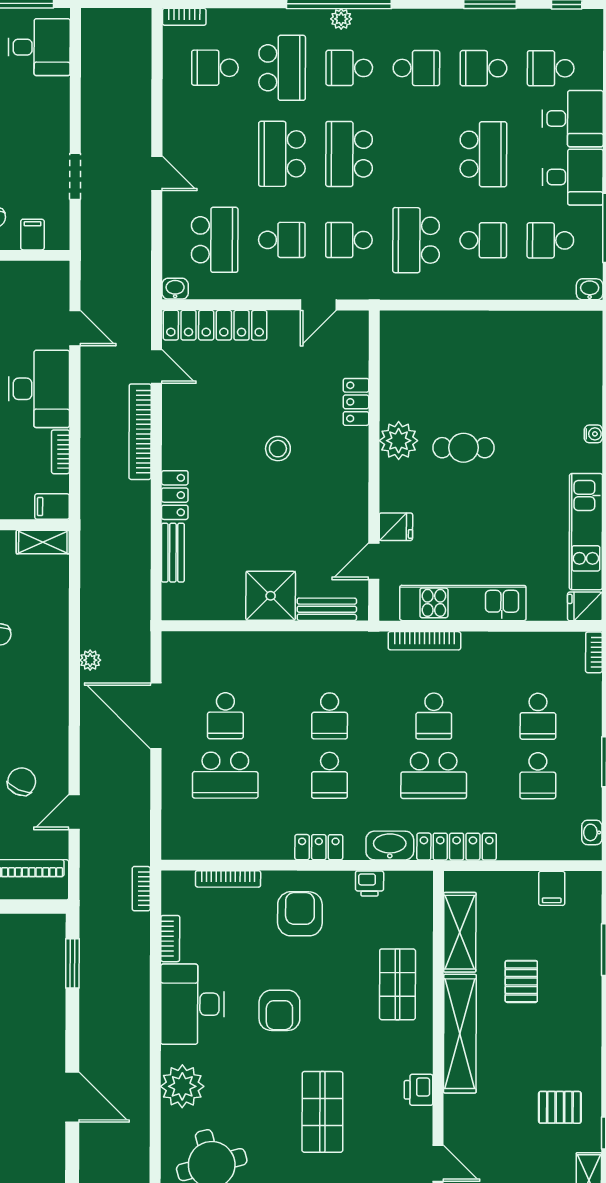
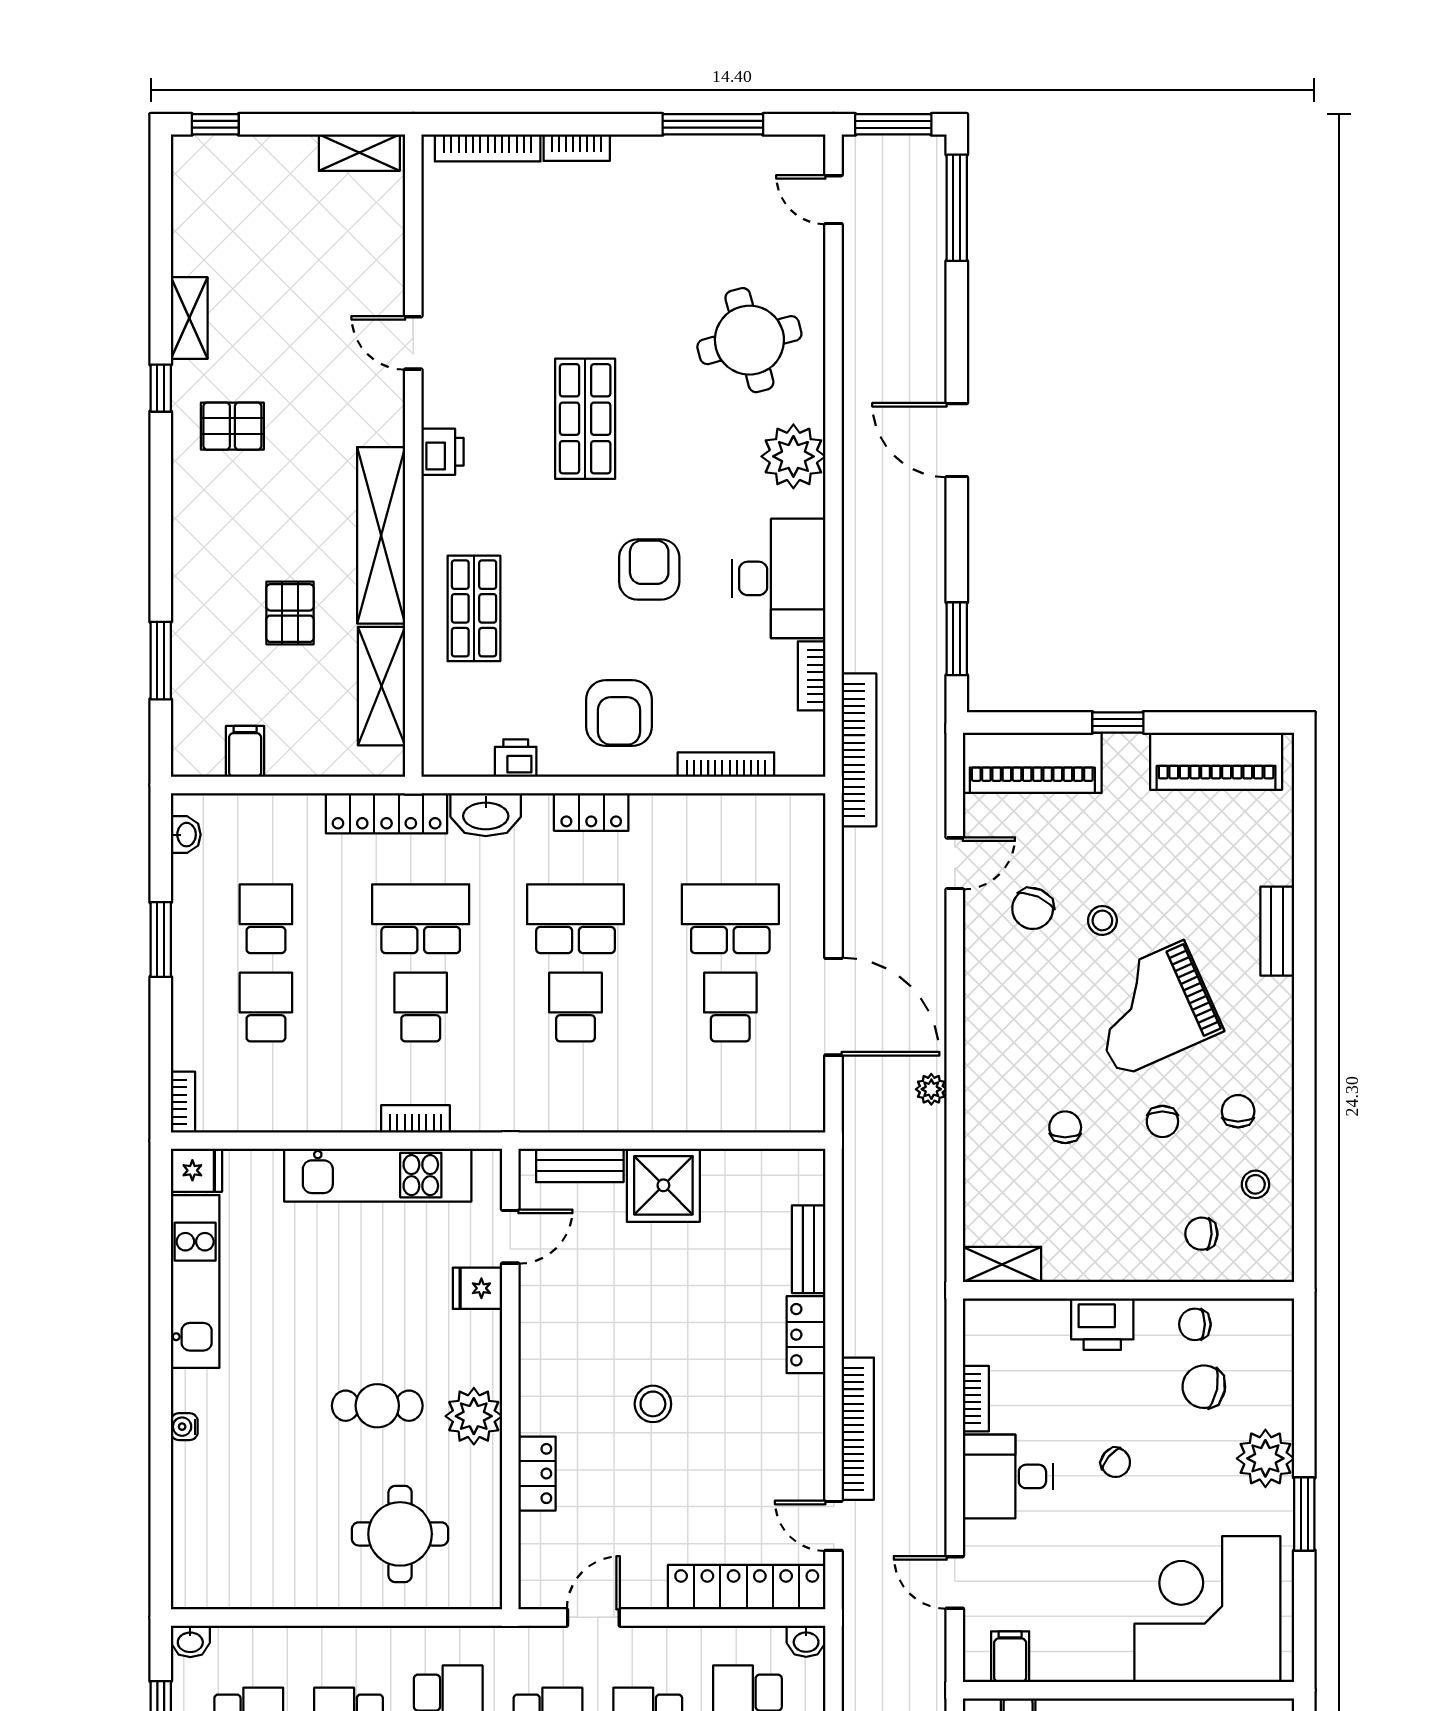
round table: (448, 361) -> (400, 1534), added
desk: (39, 389) -> (1008, 1476), width x0.73
filing cabinet: (52, 507) -> (1010, 1657), moved, turned -90
bookcase: (424, 641) -> (415, 1119), width x0.64
school desk: (329, 775) -> (575, 919), width x1.85
bookcase: (141, 889) -> (859, 750), width x2.31, depth x1.31

